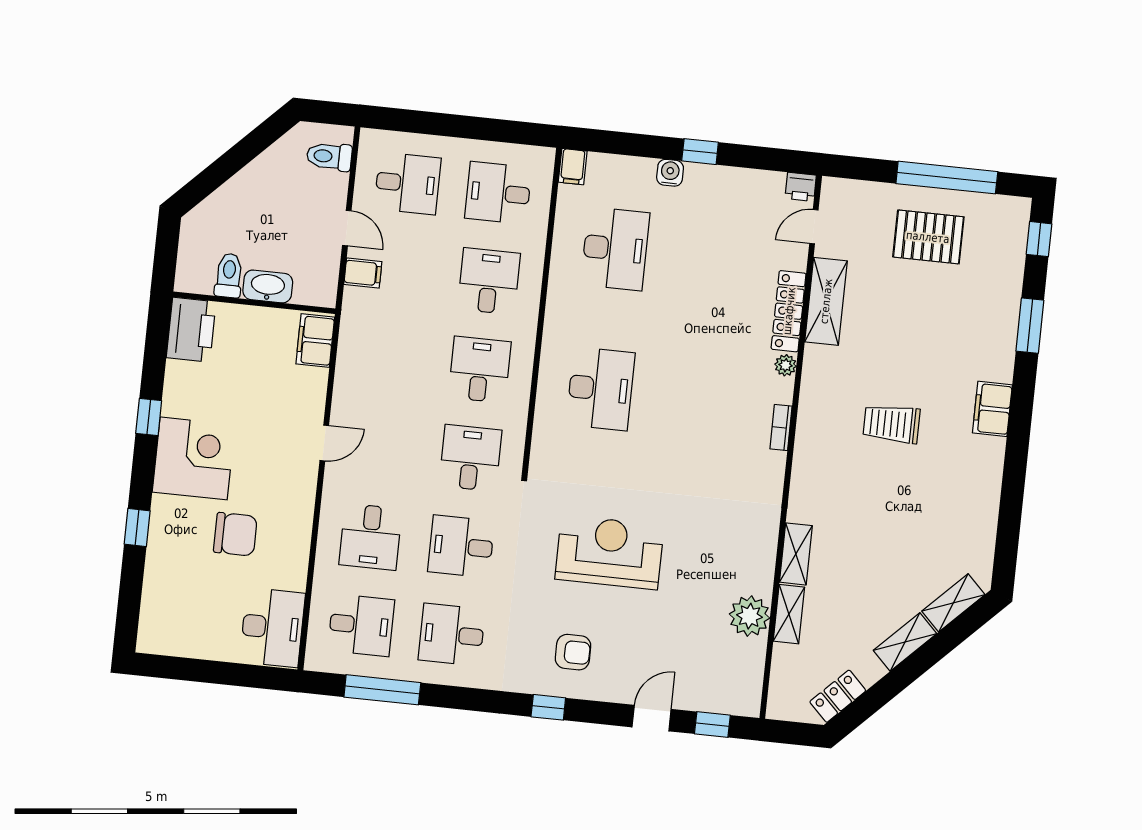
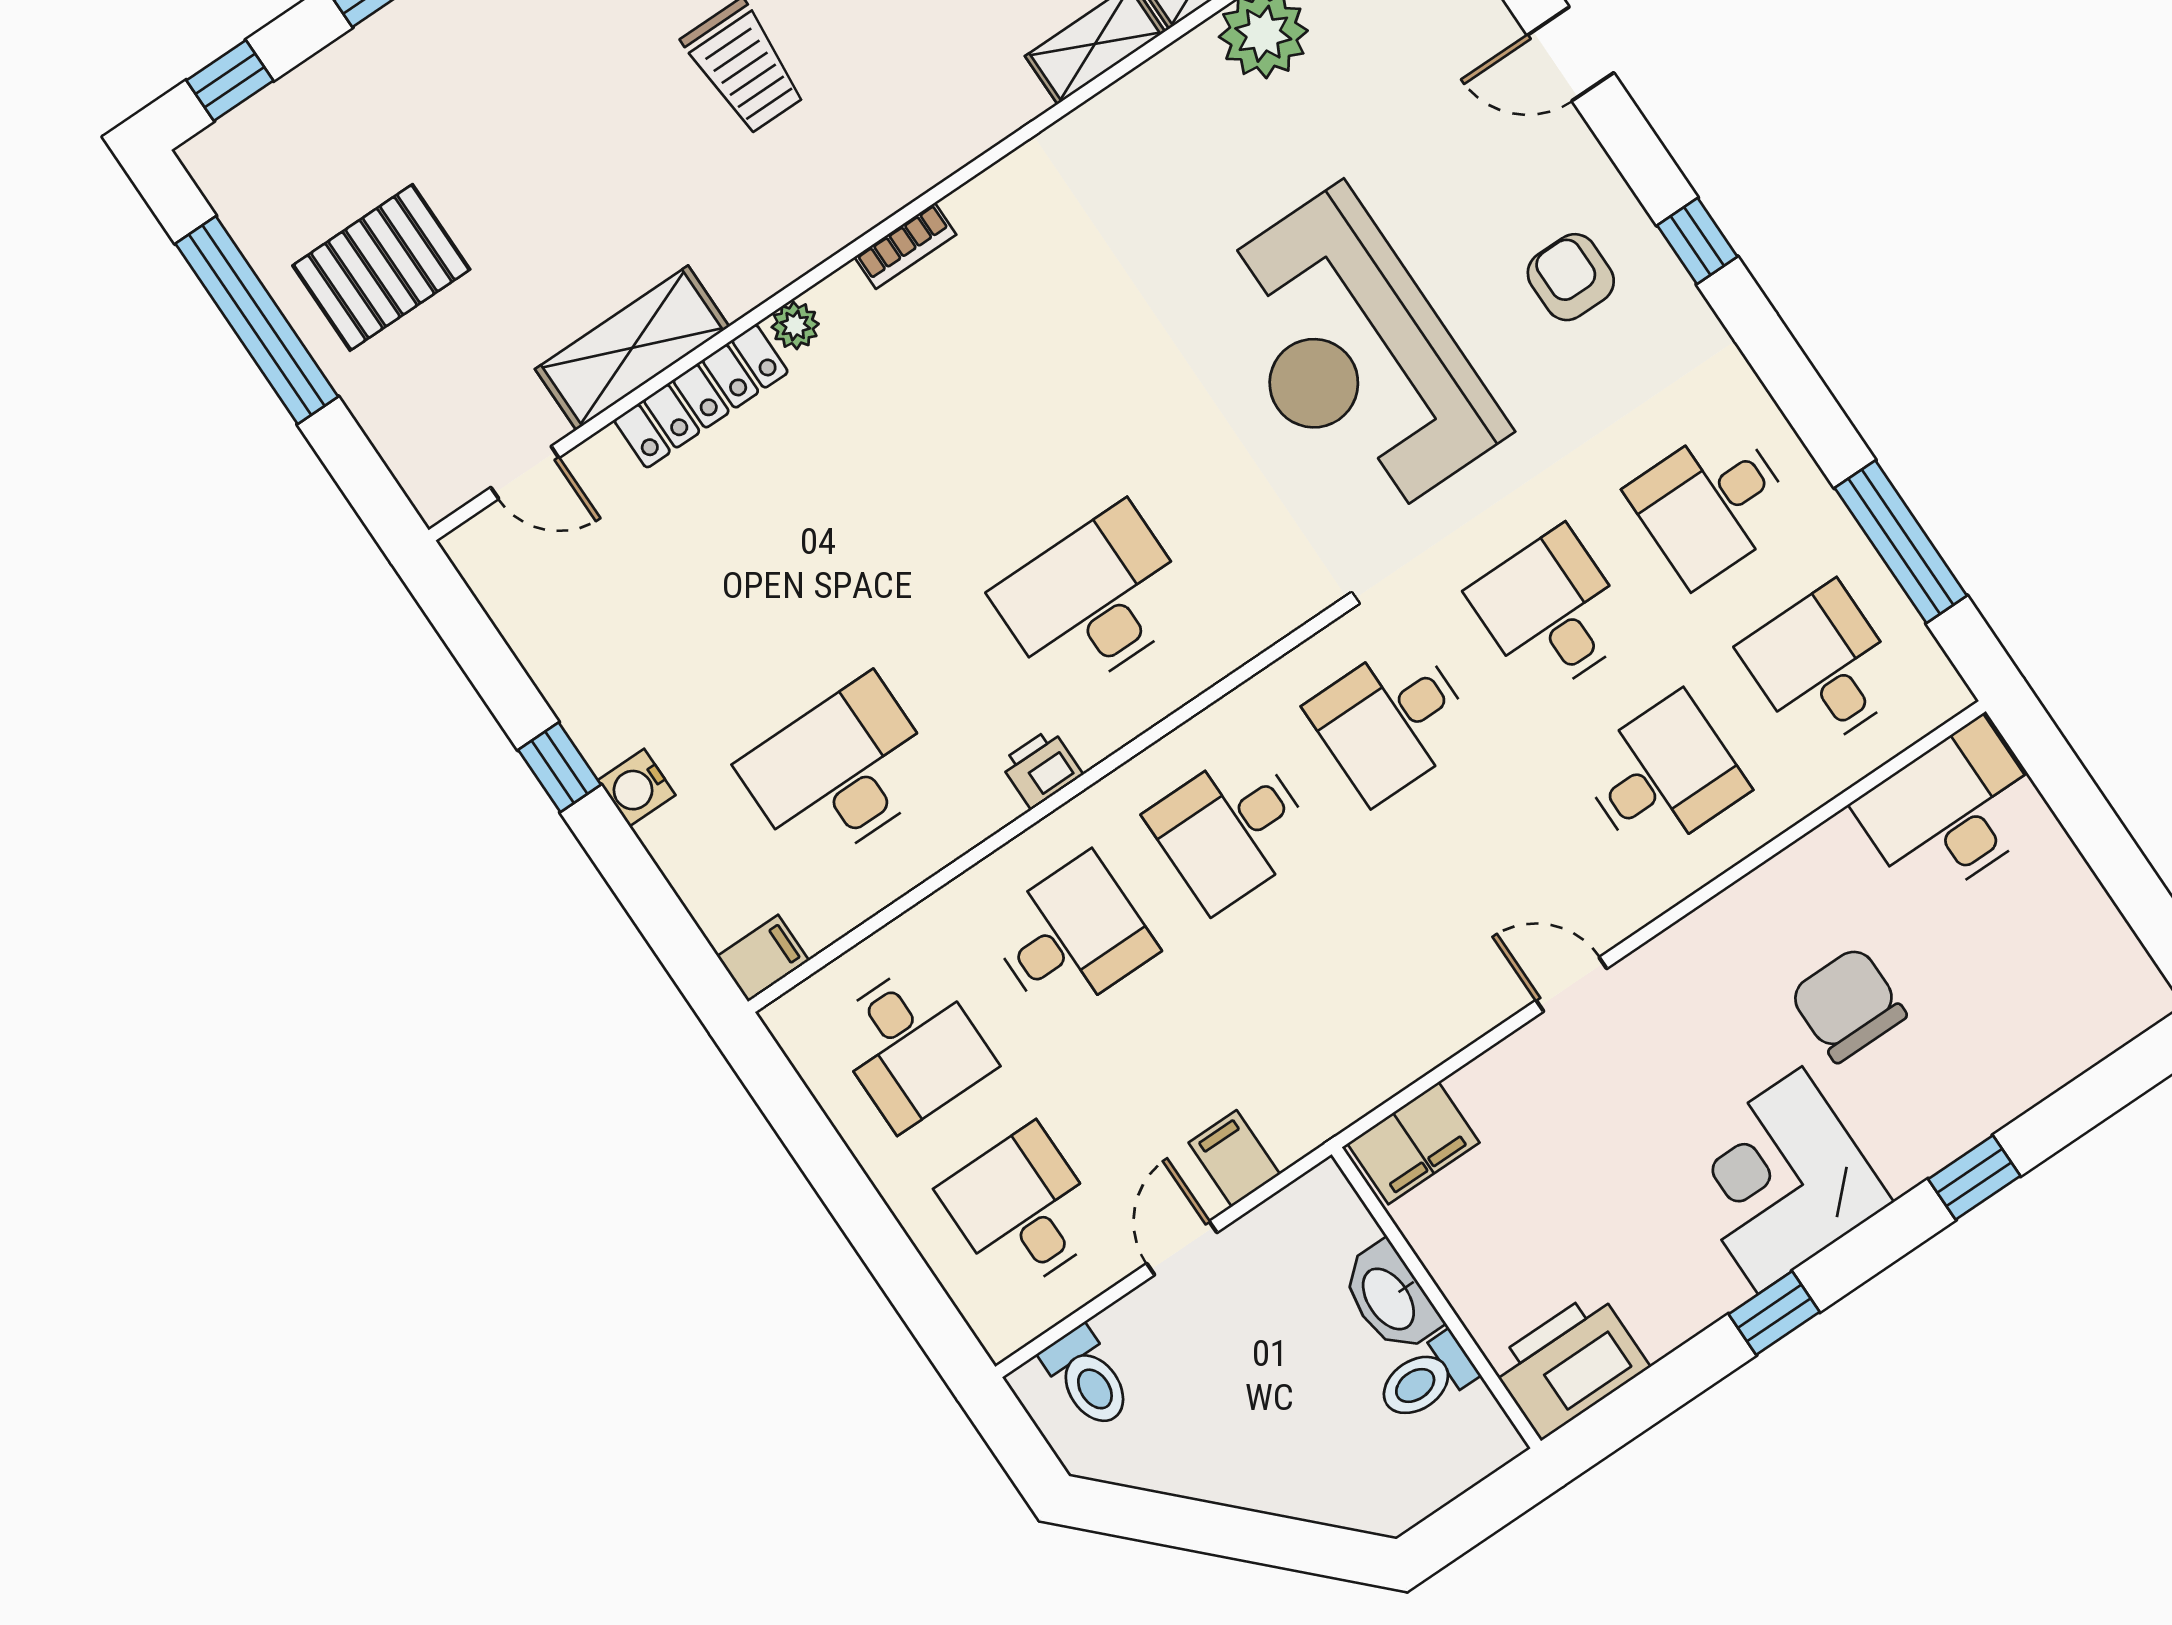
printer: (801, 187) -> (1041, 769), moved, turned -90
pallet: (928, 237) -> (381, 267), turned 90
desk: (489, 281) -> (1071, 937), turned 180
desk: (461, 546) -> (1551, 612), turned 180
reception desk: (609, 552) -> (1353, 356), width x1.36, depth x1.30
desk: (452, 635) -> (1712, 503), turned 90

